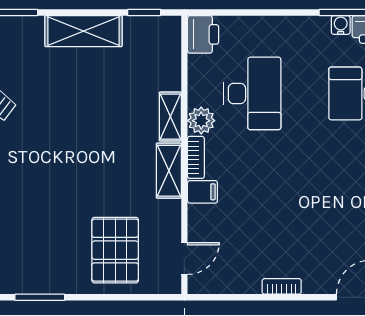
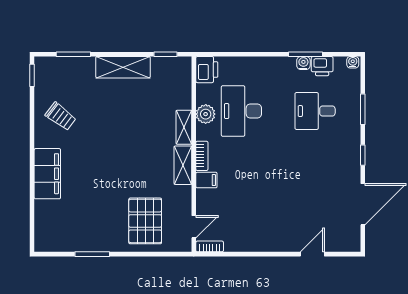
desk: (252, 93) -> (241, 111), turned 180
plant: (201, 121) -> (206, 114), moved
bookcase: (282, 286) -> (210, 246), moved

